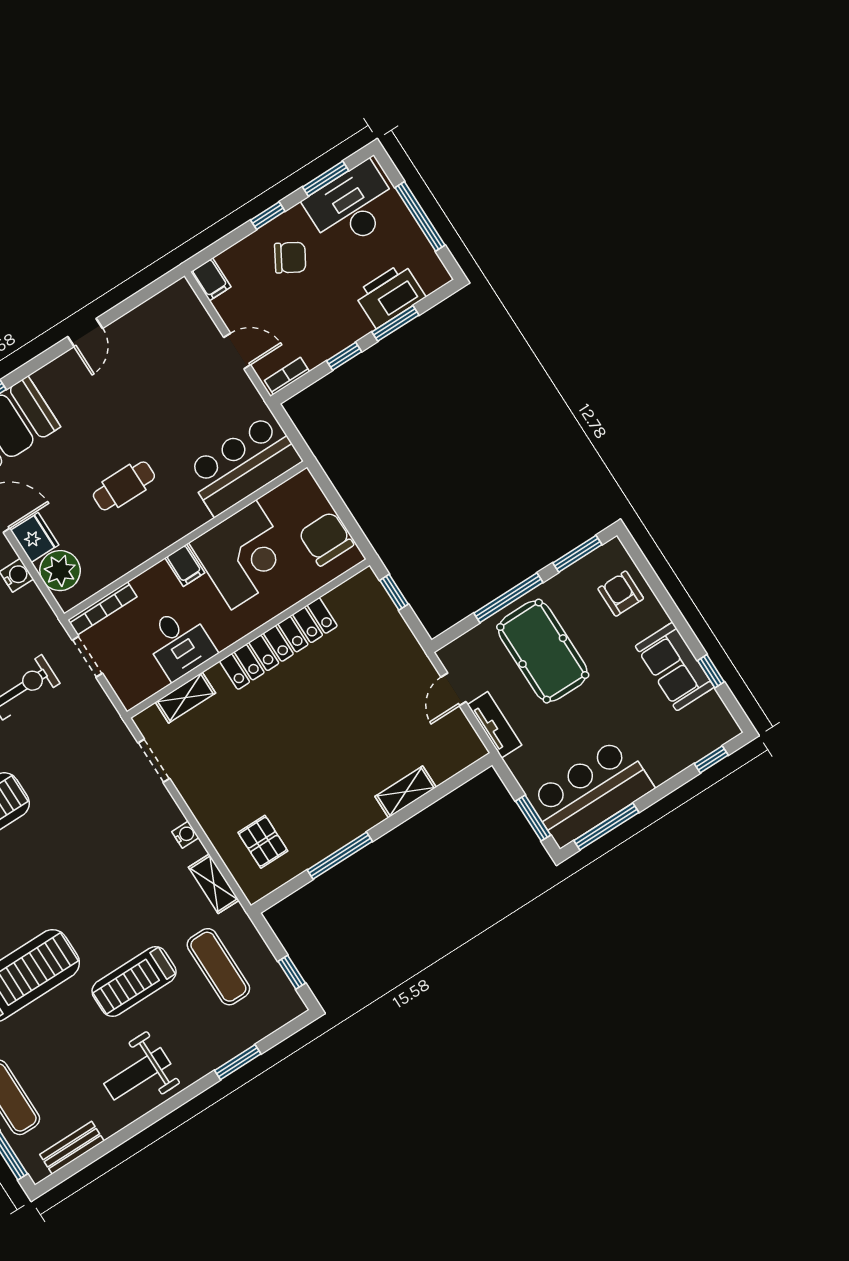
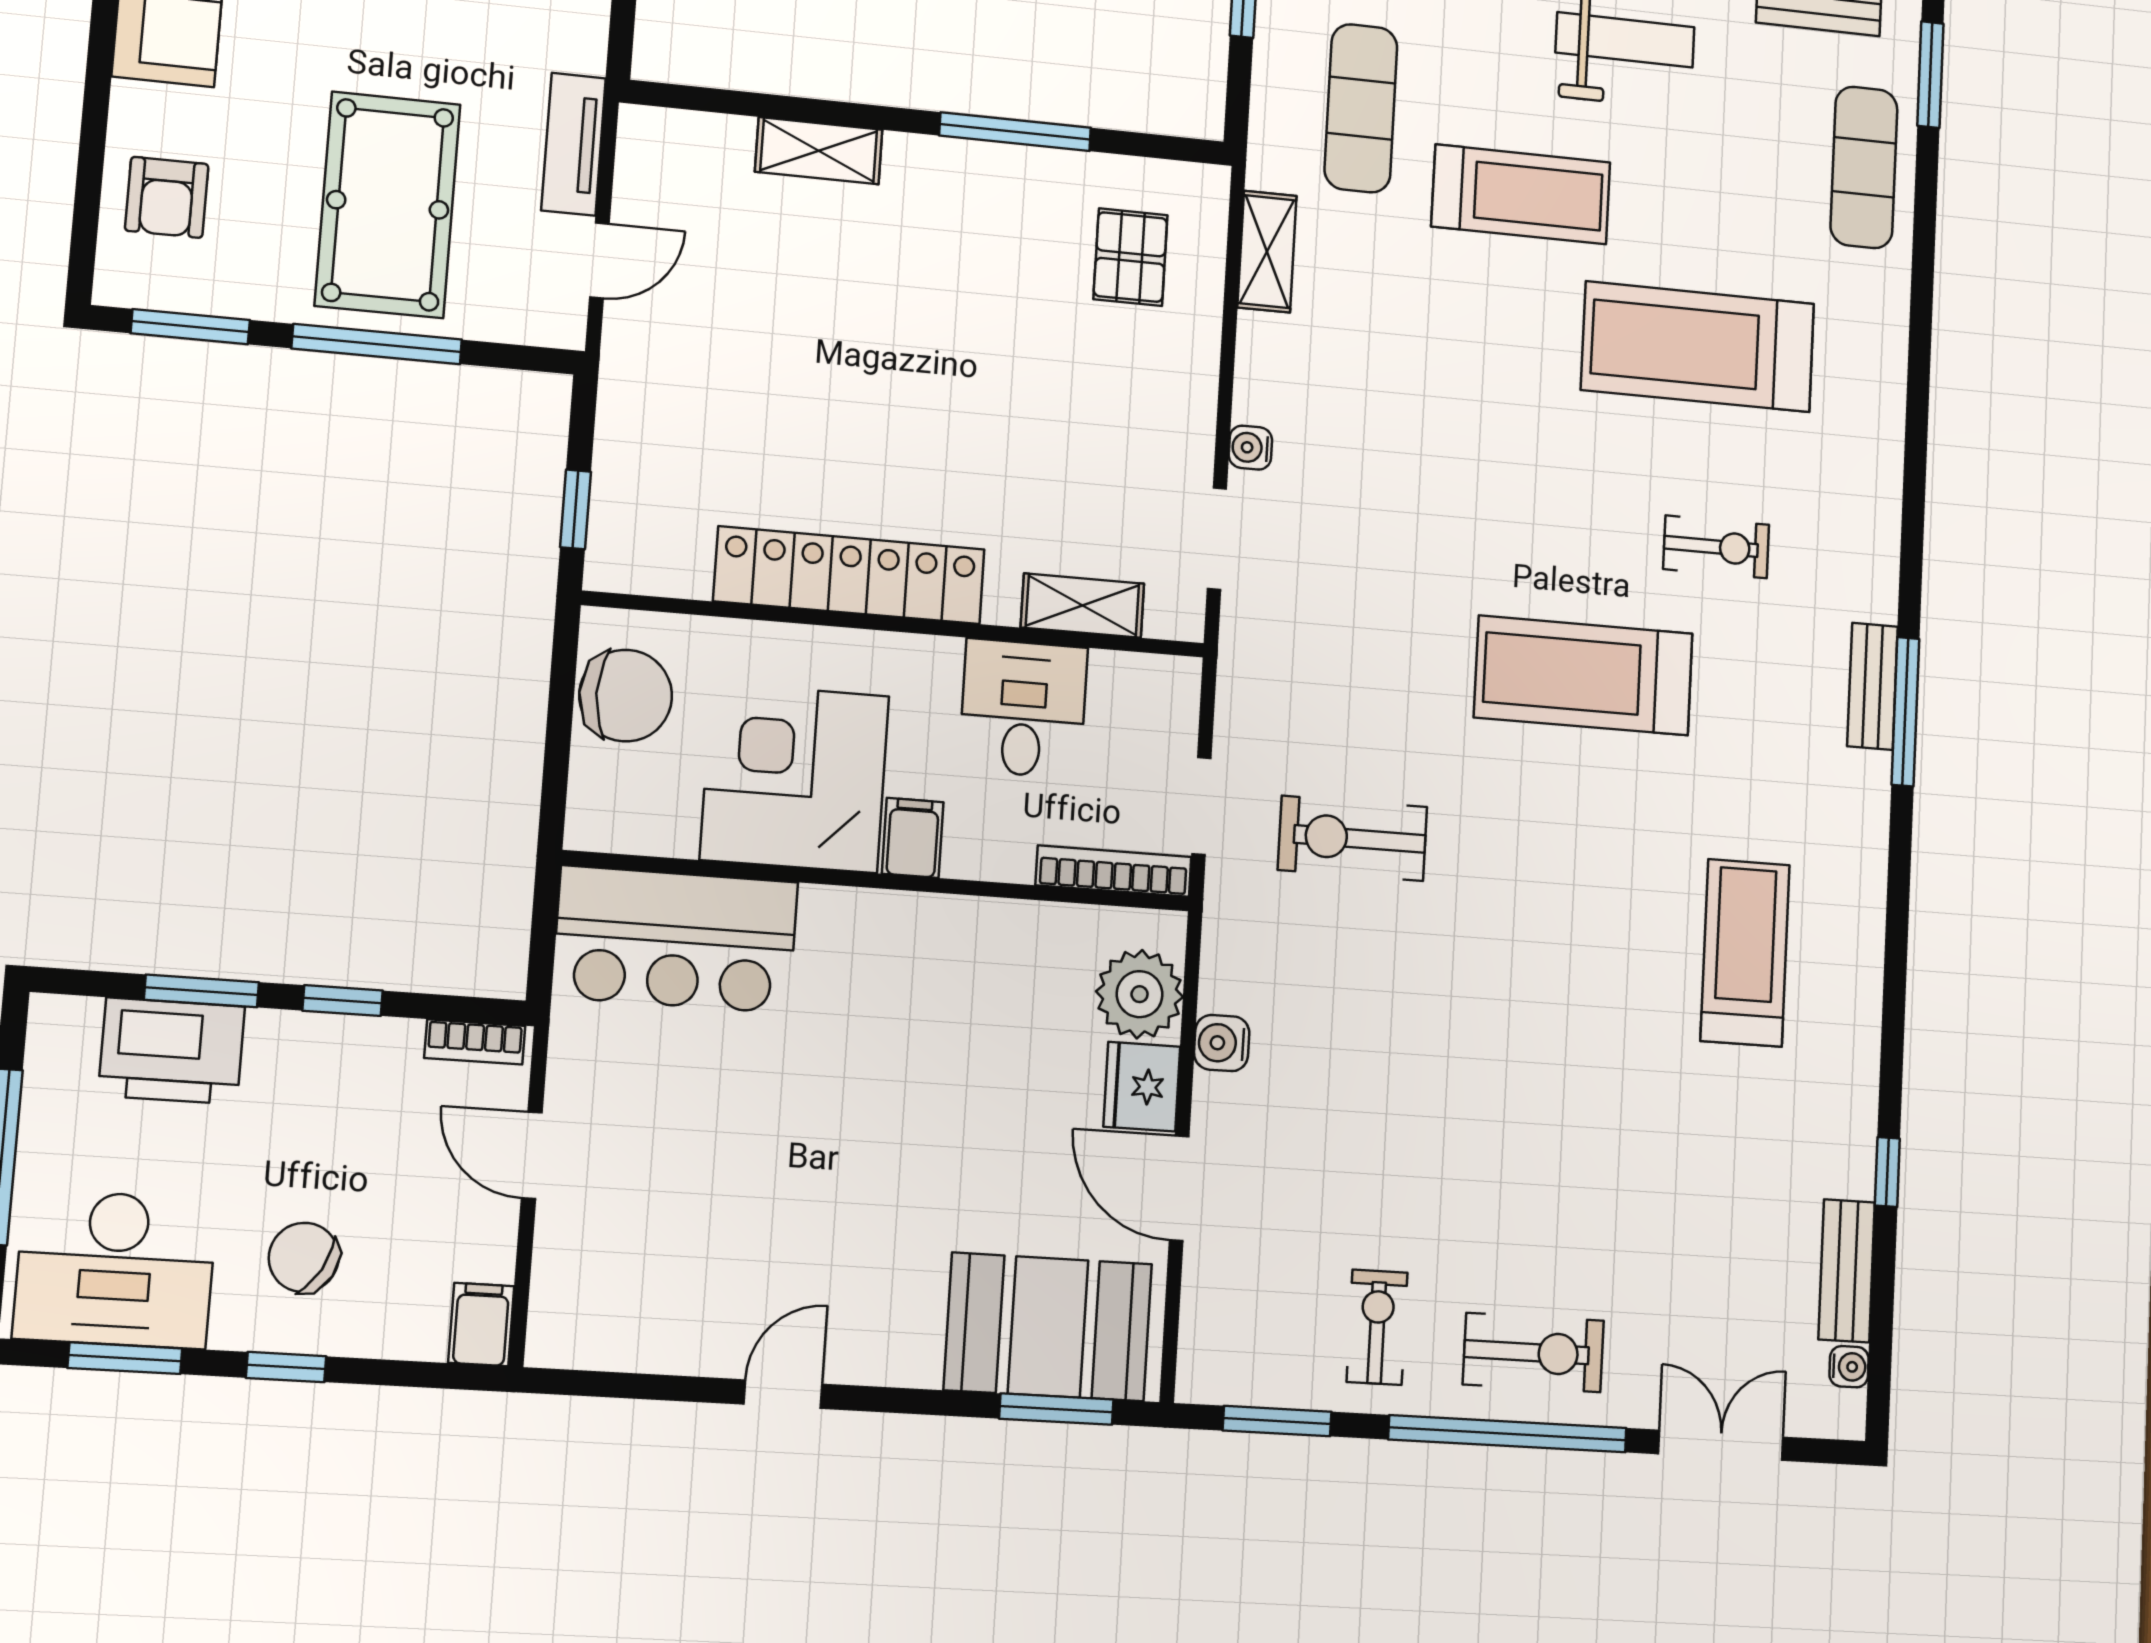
cafe table: (124, 486) -> (917, 1061), removed
chair: (326, 539) -> (626, 696), turned -90
water cooler: (185, 835) -> (1250, 448), moved

